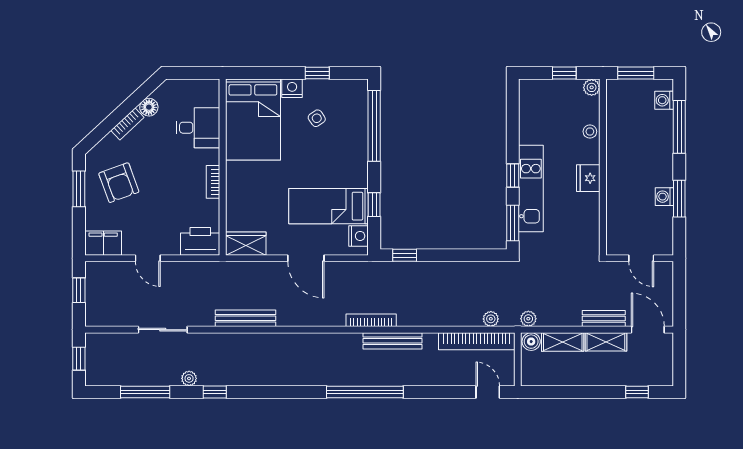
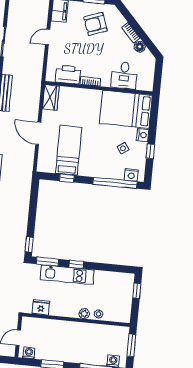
window: (564, 73) -> (137, 291), moved
plant: (592, 87) -> (84, 314), moved
fridge: (588, 178) -> (41, 307), moved
washing machine: (664, 197) -> (29, 353), moved
nightstand: (359, 236) -> (131, 175), moved
printer: (200, 241) -> (68, 75), moved, turned -90
window: (405, 255) -> (29, 245), moved
door: (306, 258) -> (38, 133), hinge flipped

